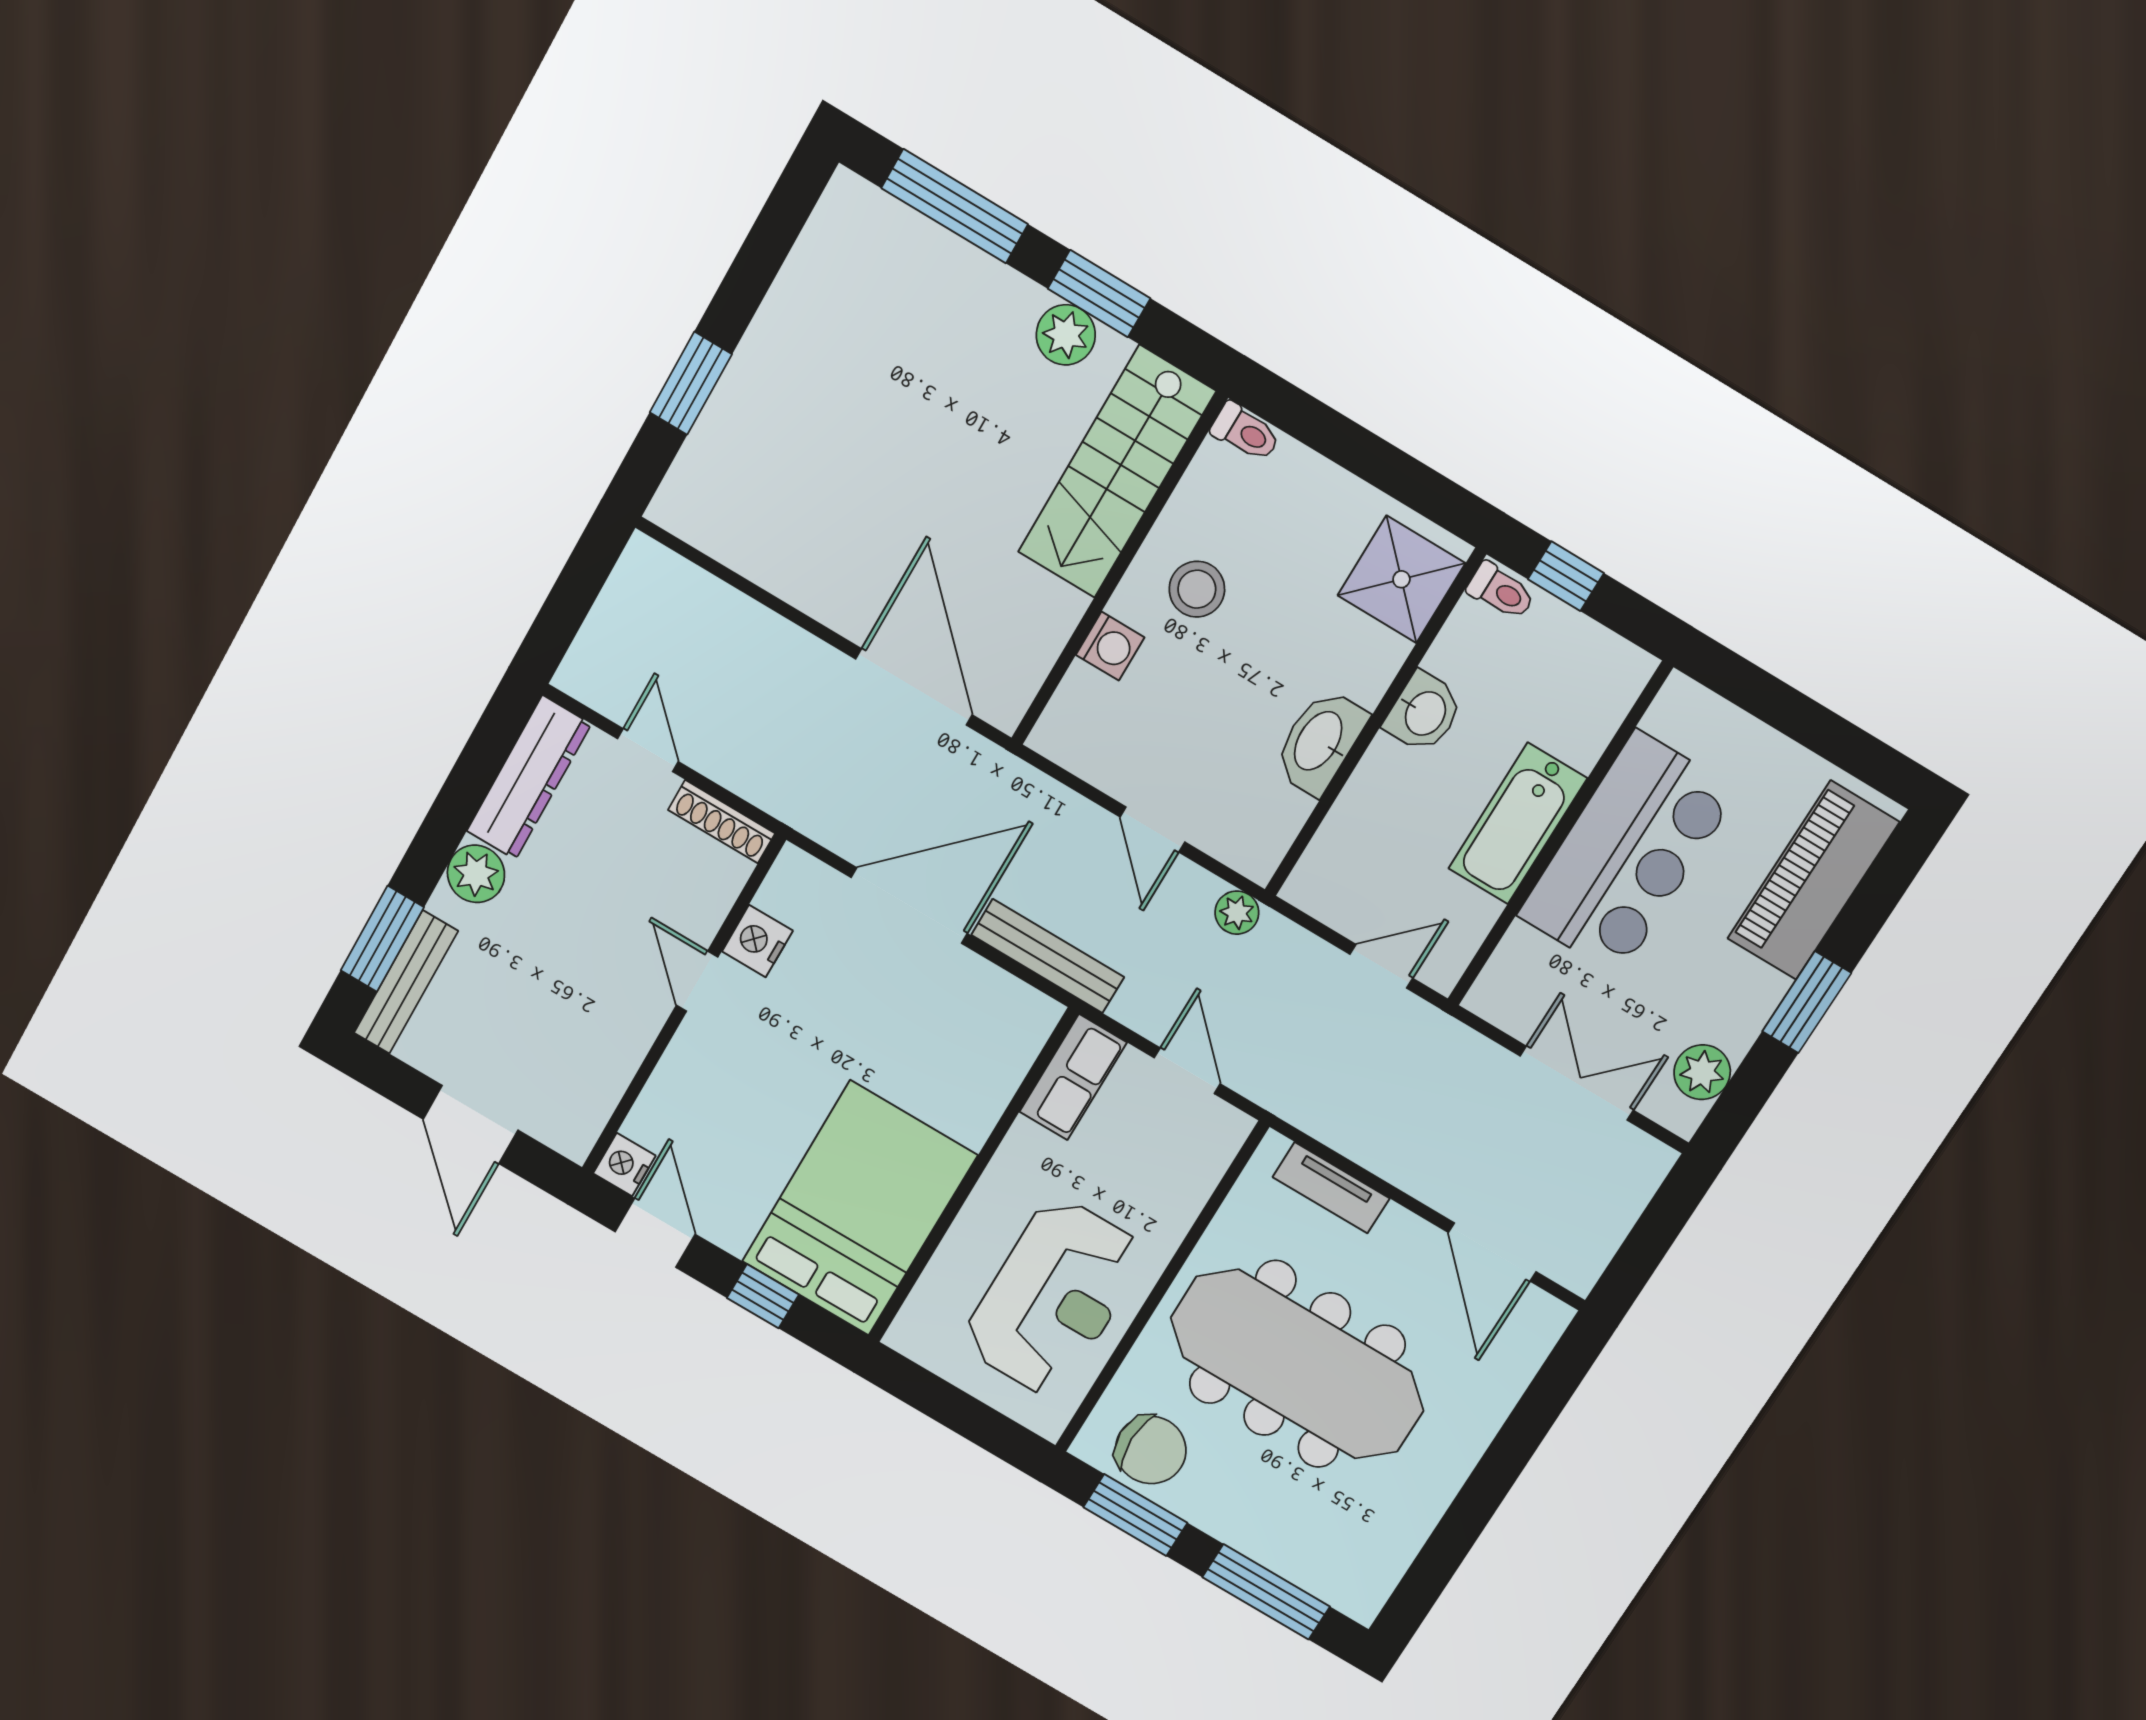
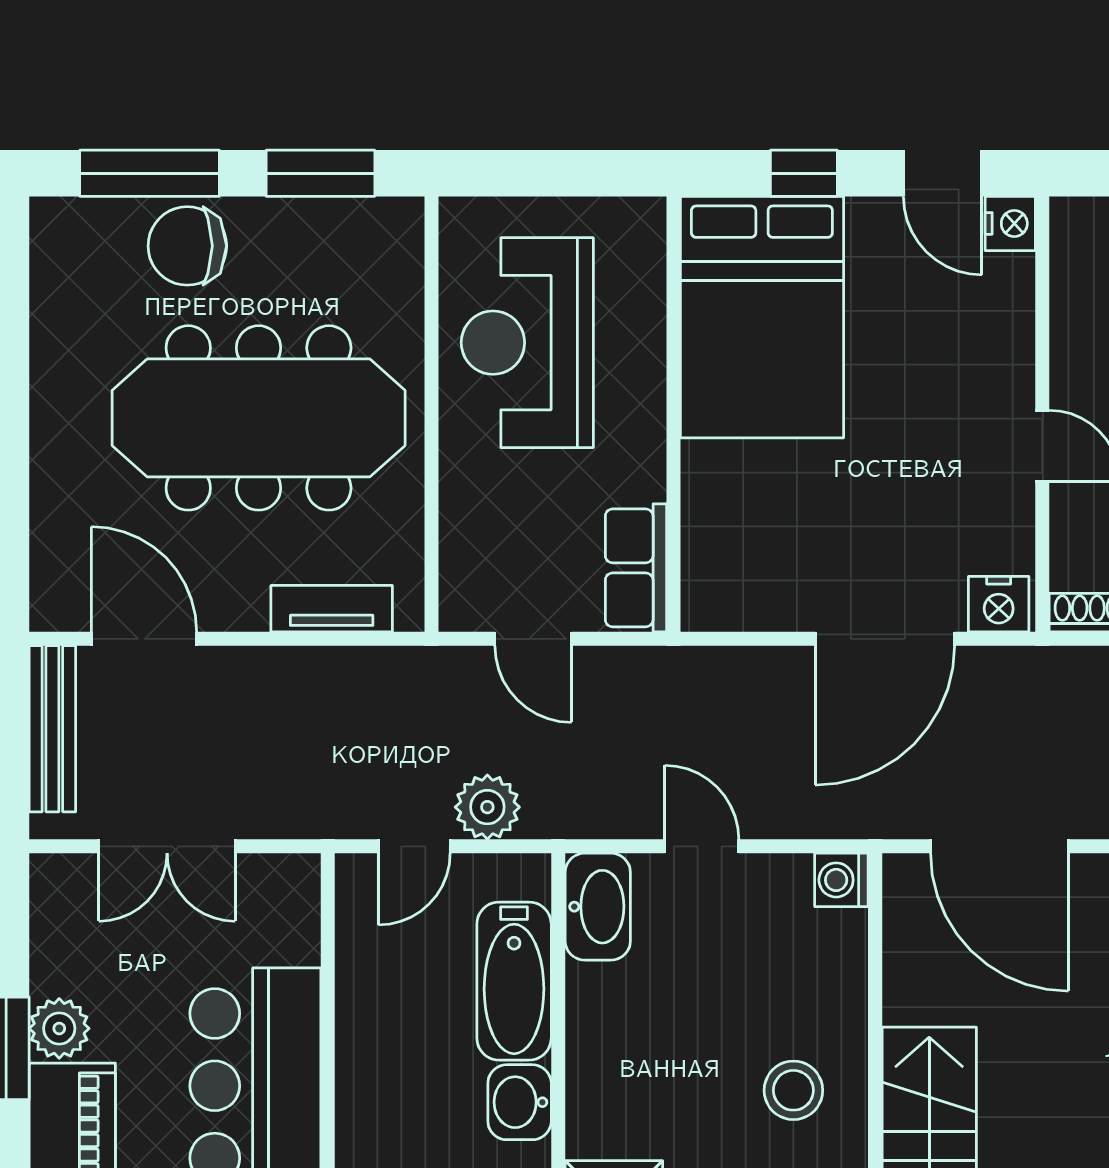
washing machine: (1110, 646) -> (841, 880), moved
washbasin: (1320, 742) -> (598, 907), moved
bathtub: (1518, 823) -> (514, 981), moved, turned 180
plant: (1237, 913) -> (487, 807), moved, width x1.38, depth x1.38
nightstand: (757, 941) -> (999, 604), moved, turned 90
bench: (1048, 956) -> (52, 729), moved, turned 90
plant: (1702, 1072) -> (59, 1028), moved
chair: (1151, 1450) -> (187, 246), moved

